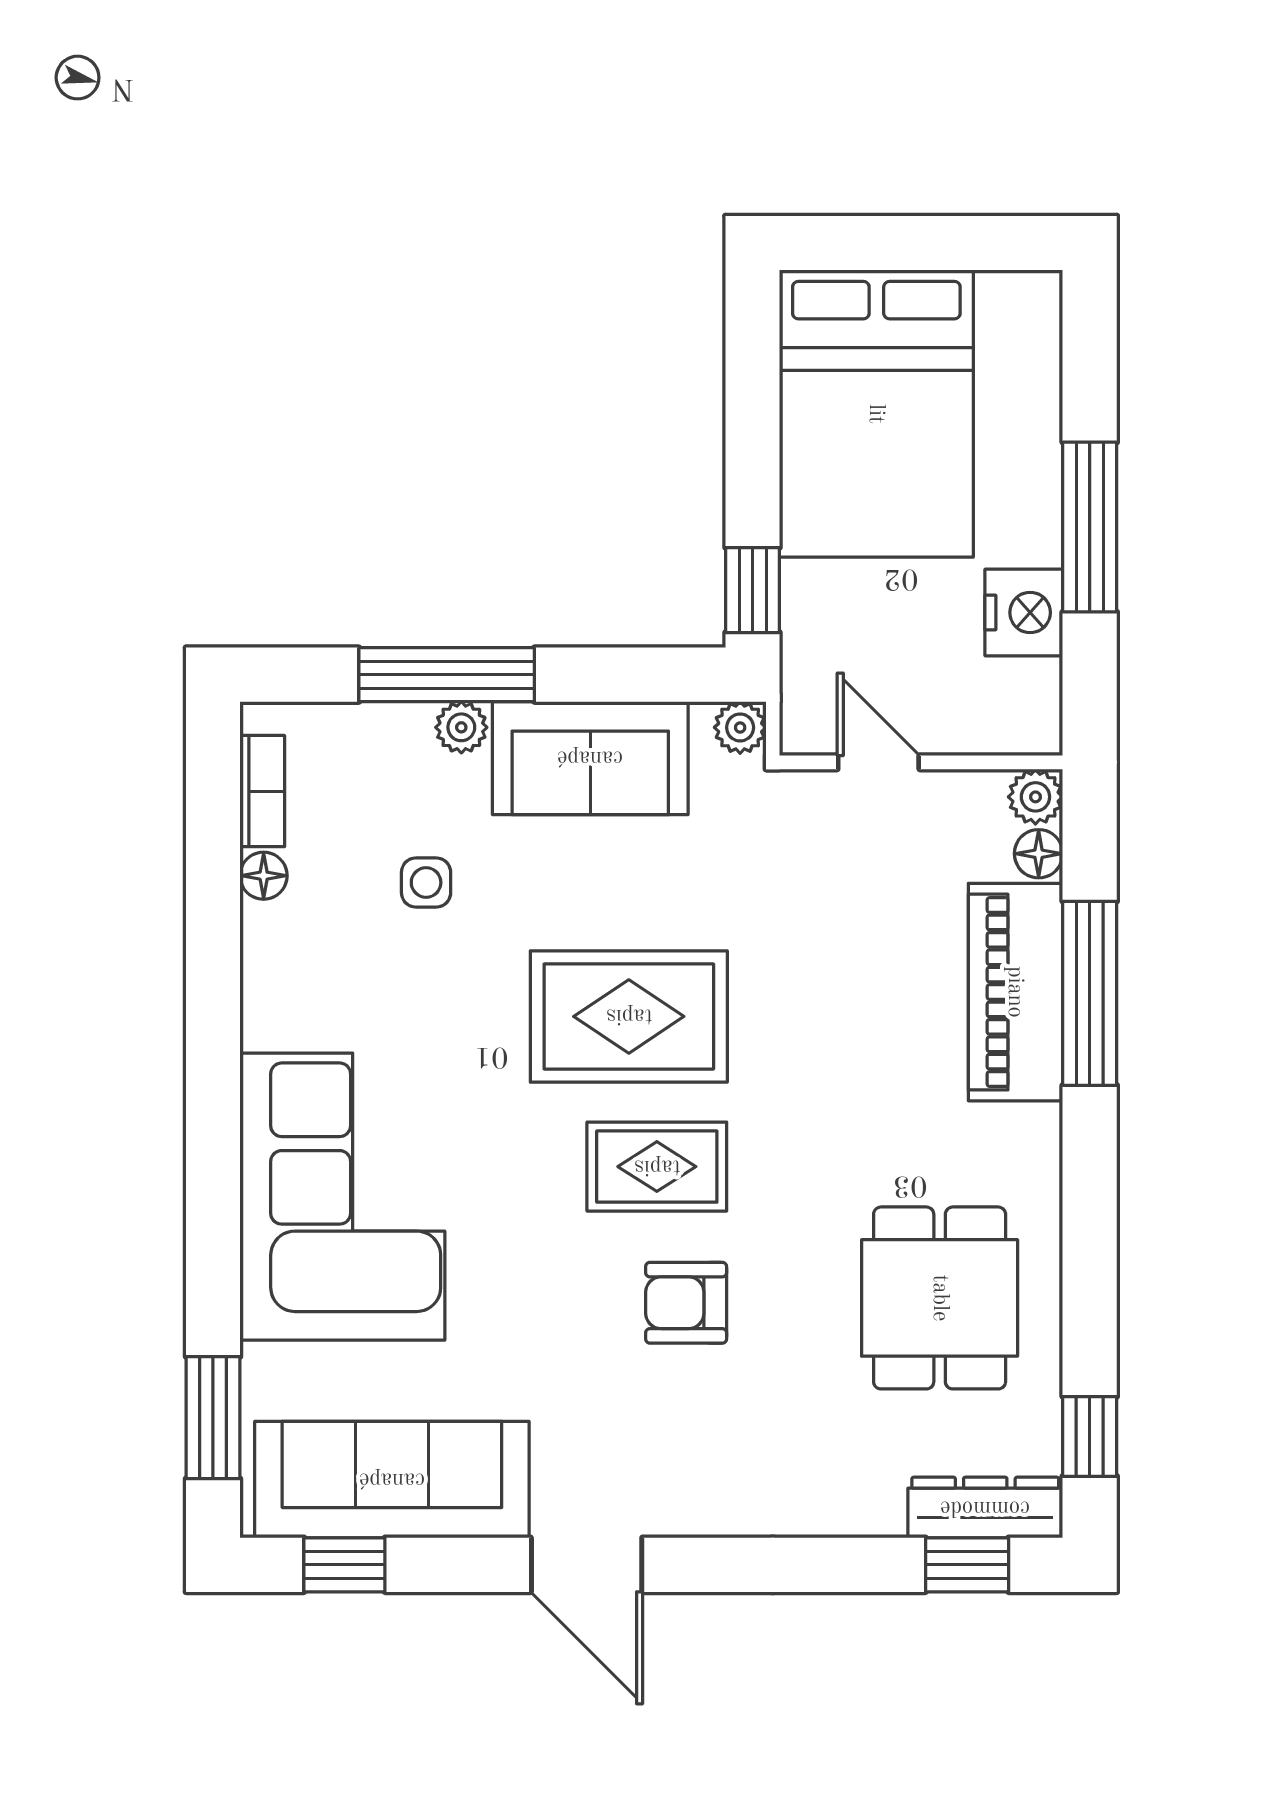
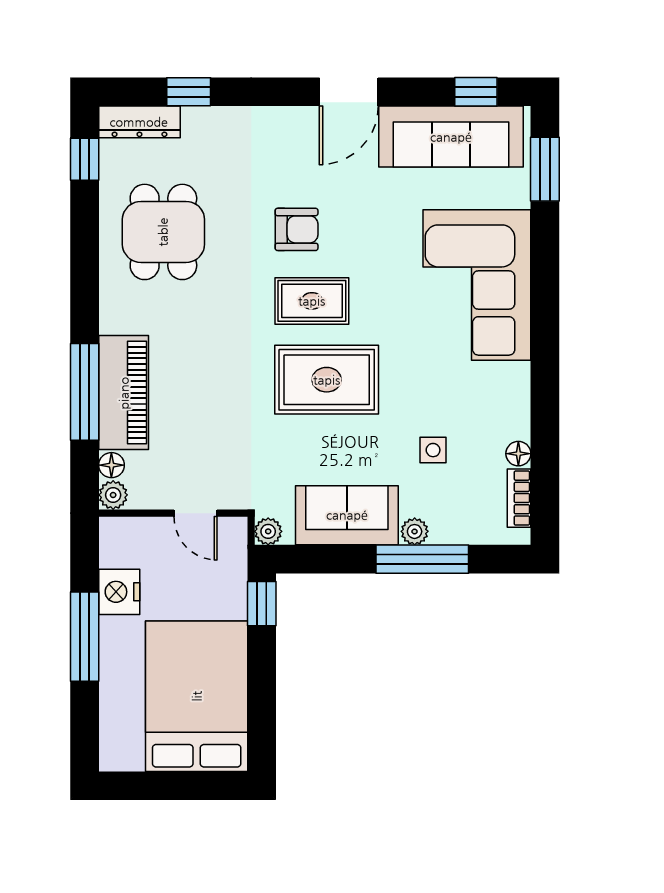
door: (587, 1565) -> (349, 92), swing flipped
window: (967, 1565) -> (189, 92), moved

